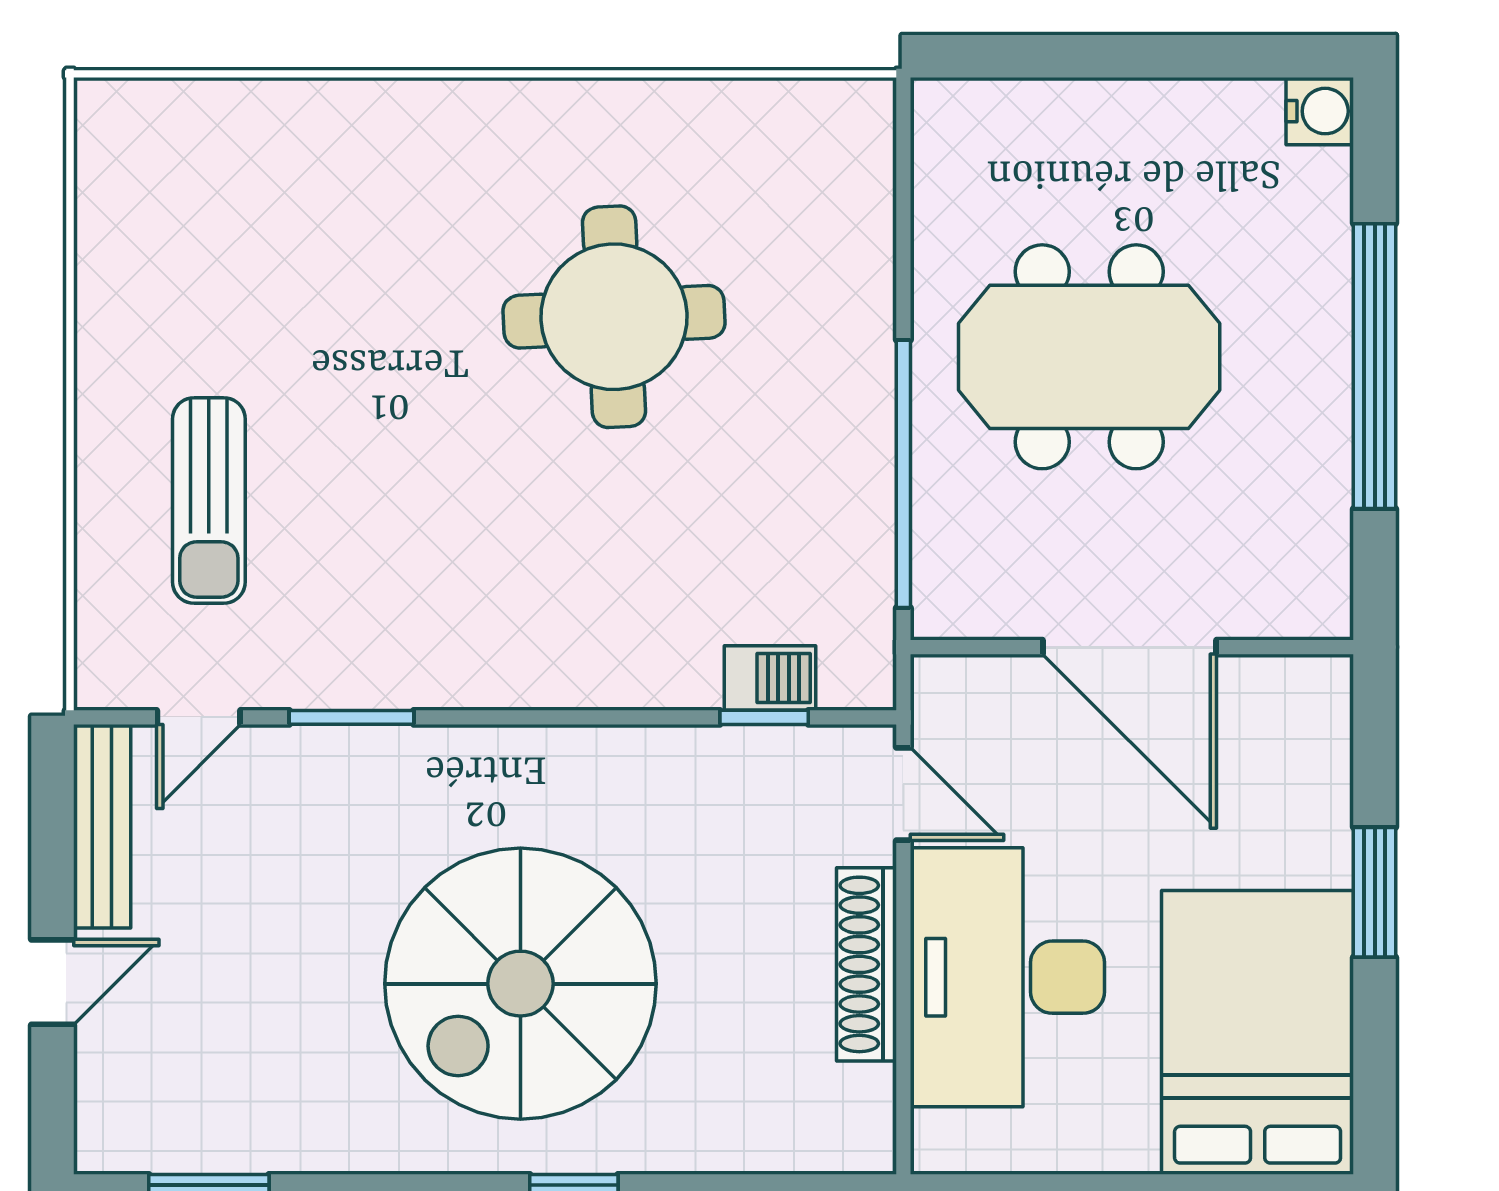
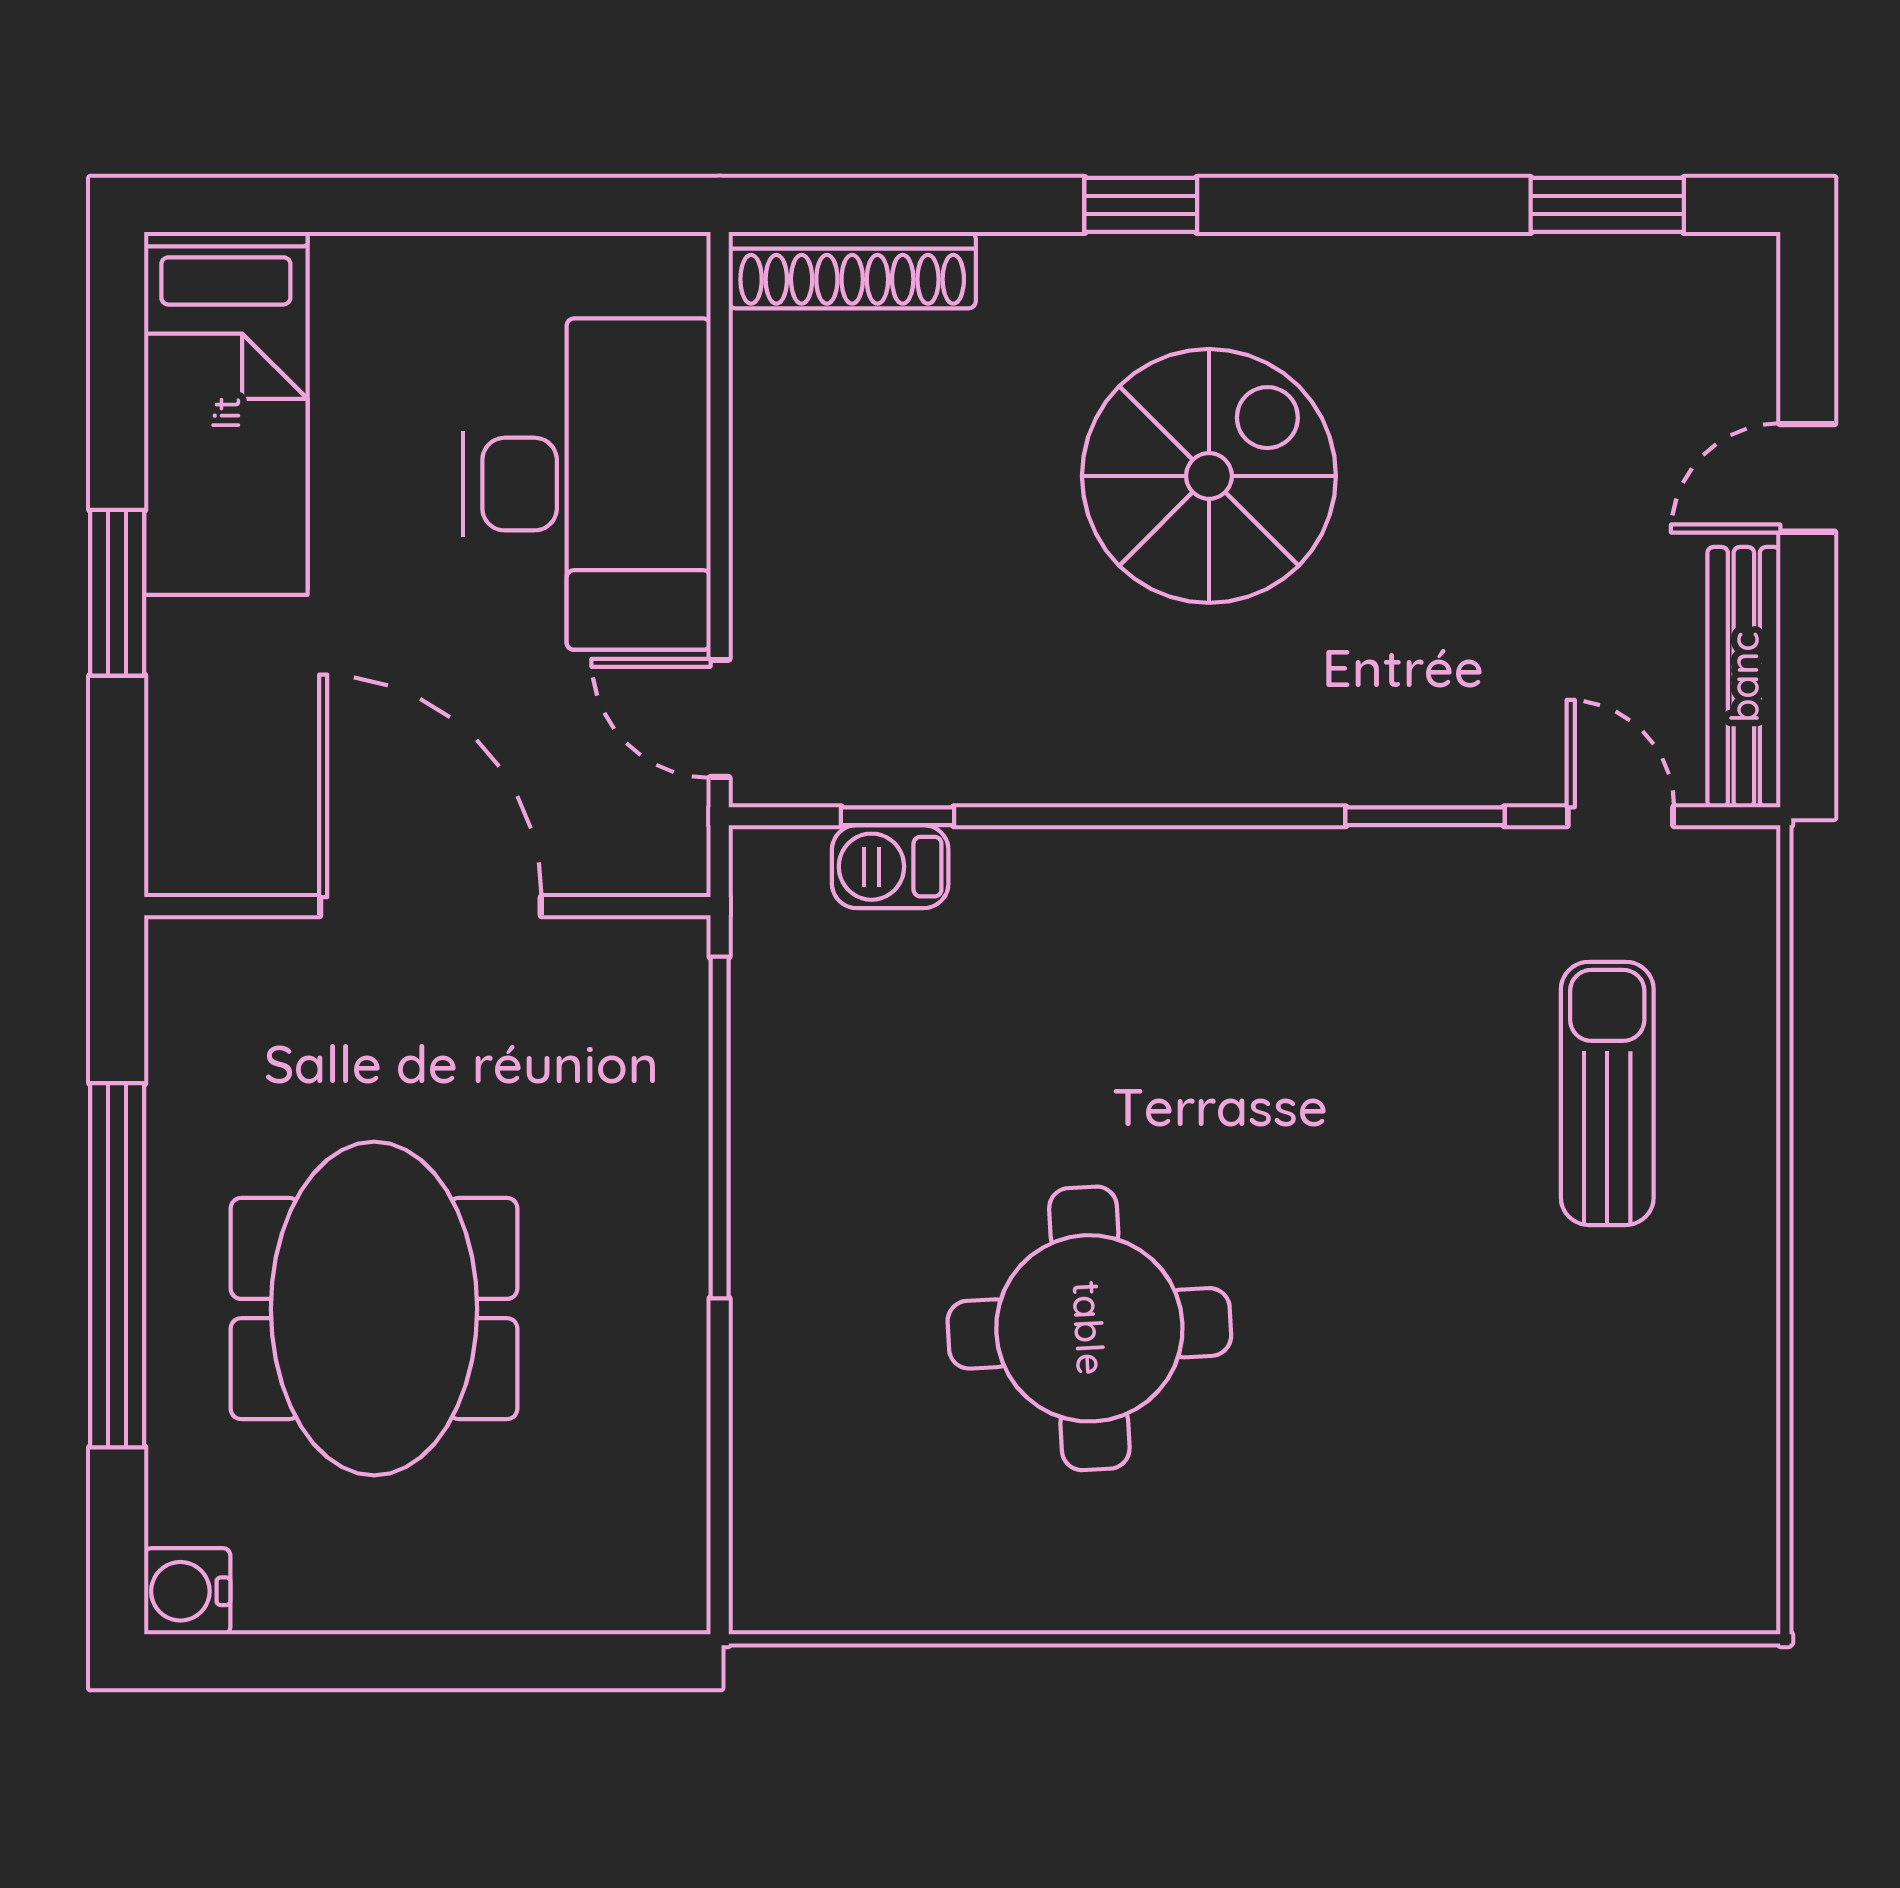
meeting table: (1089, 357) -> (374, 1309), moved, turned 90
door: (199, 717) -> (1620, 816), hinge flipped
shoe rack: (866, 964) -> (852, 270), moved, turned 90
spiral stairs: (520, 984) -> (1209, 476), width x0.73, depth x0.73
bed: (1258, 1032) -> (226, 413), width x0.67

